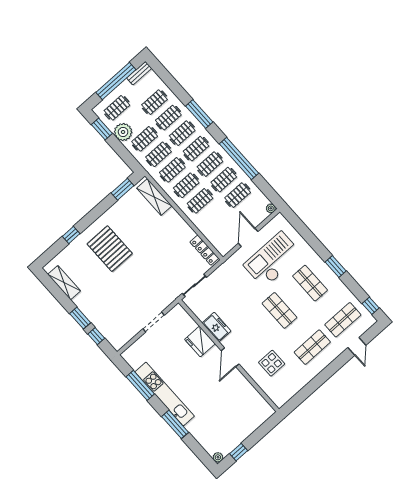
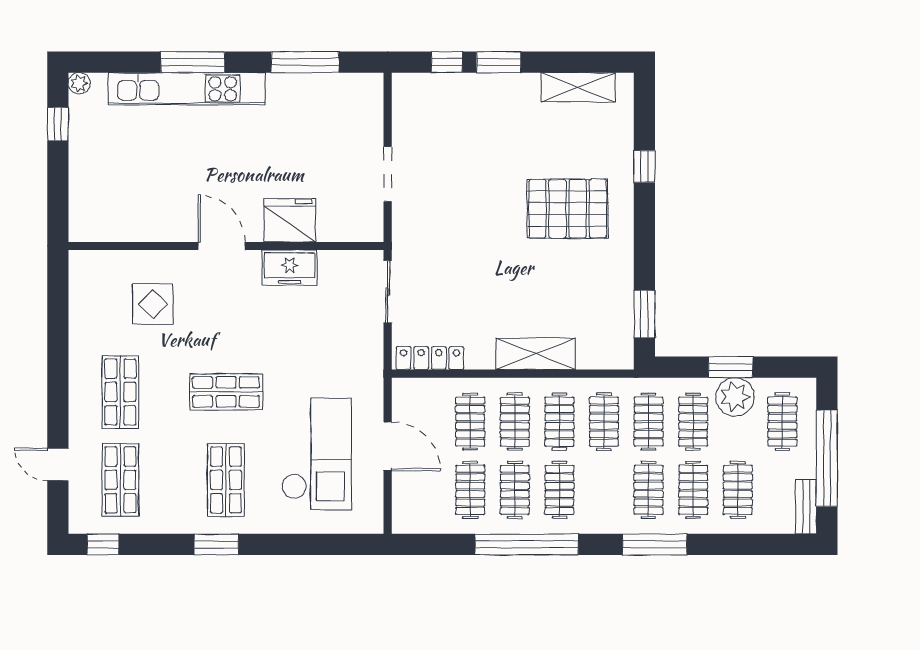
window: (102, 129) -> (731, 367), moved
clothes rail: (196, 149) -> (470, 422), moved
shelving: (154, 197) -> (536, 354), moved
plant: (271, 208) -> (402, 524), removed
shop shelf: (310, 283) -> (226, 480), turned 90
kitchen unit: (165, 394) -> (187, 89), moved

